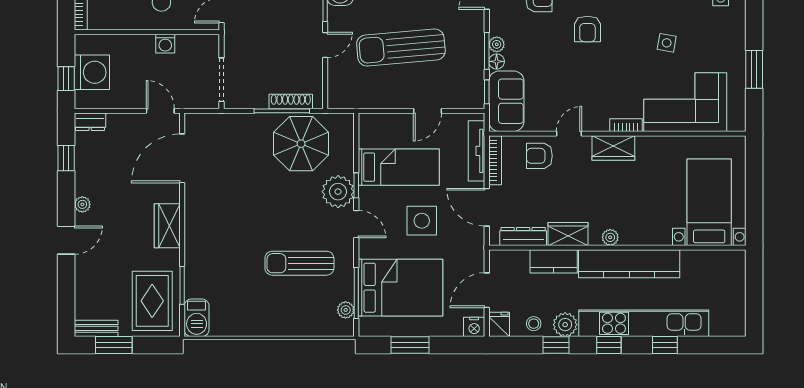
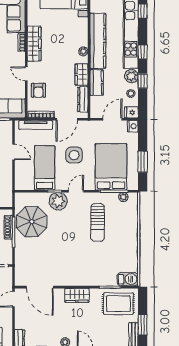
wardrobe: (613, 148) -> (34, 44), width x1.50
door: (487, 290) -> (112, 119), swing flipped
window: (665, 345) -> (143, 11), moved

